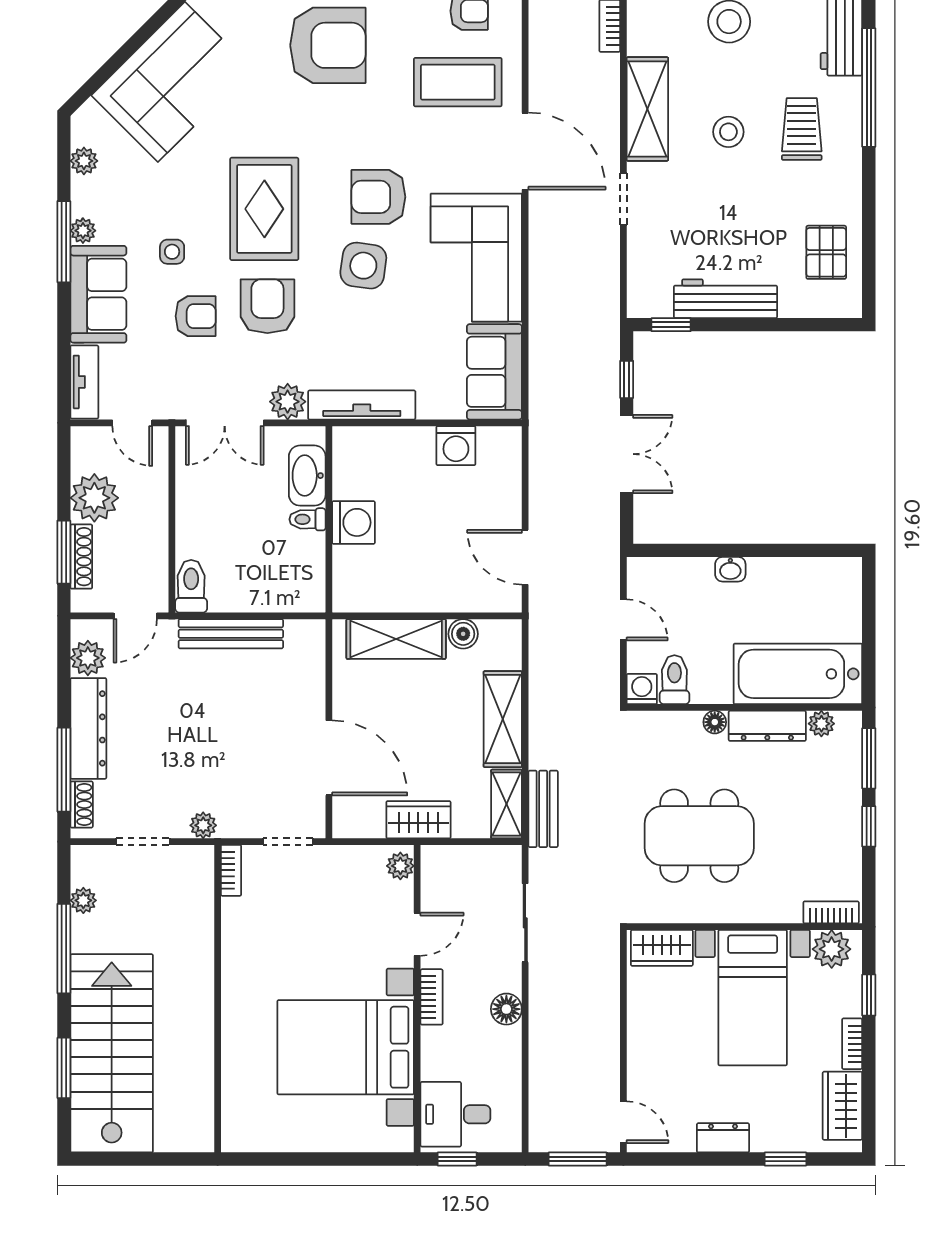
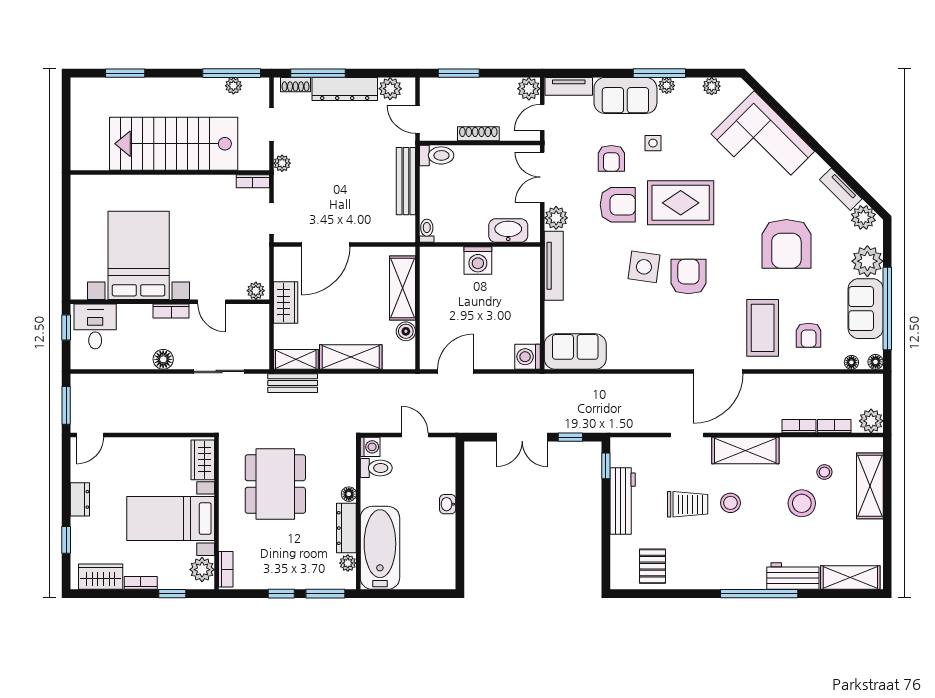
trolley: (802, 129) -> (688, 504), moved
pallet: (826, 252) -> (653, 566), turned 90
corner sofa: (476, 258) -> (649, 340), removed
washing machine: (456, 446) -> (528, 357), moved
plant: (94, 498) -> (529, 89), moved, width x0.73, depth x0.73
toilet: (308, 519) -> (427, 231), moved
shoe rack: (81, 557) -> (478, 134), moved, turned 180
door: (623, 620) -> (415, 435), swing flipped
window: (64, 949) -> (232, 73), moved
stairs: (112, 1053) -> (174, 144), moved, turned 180

